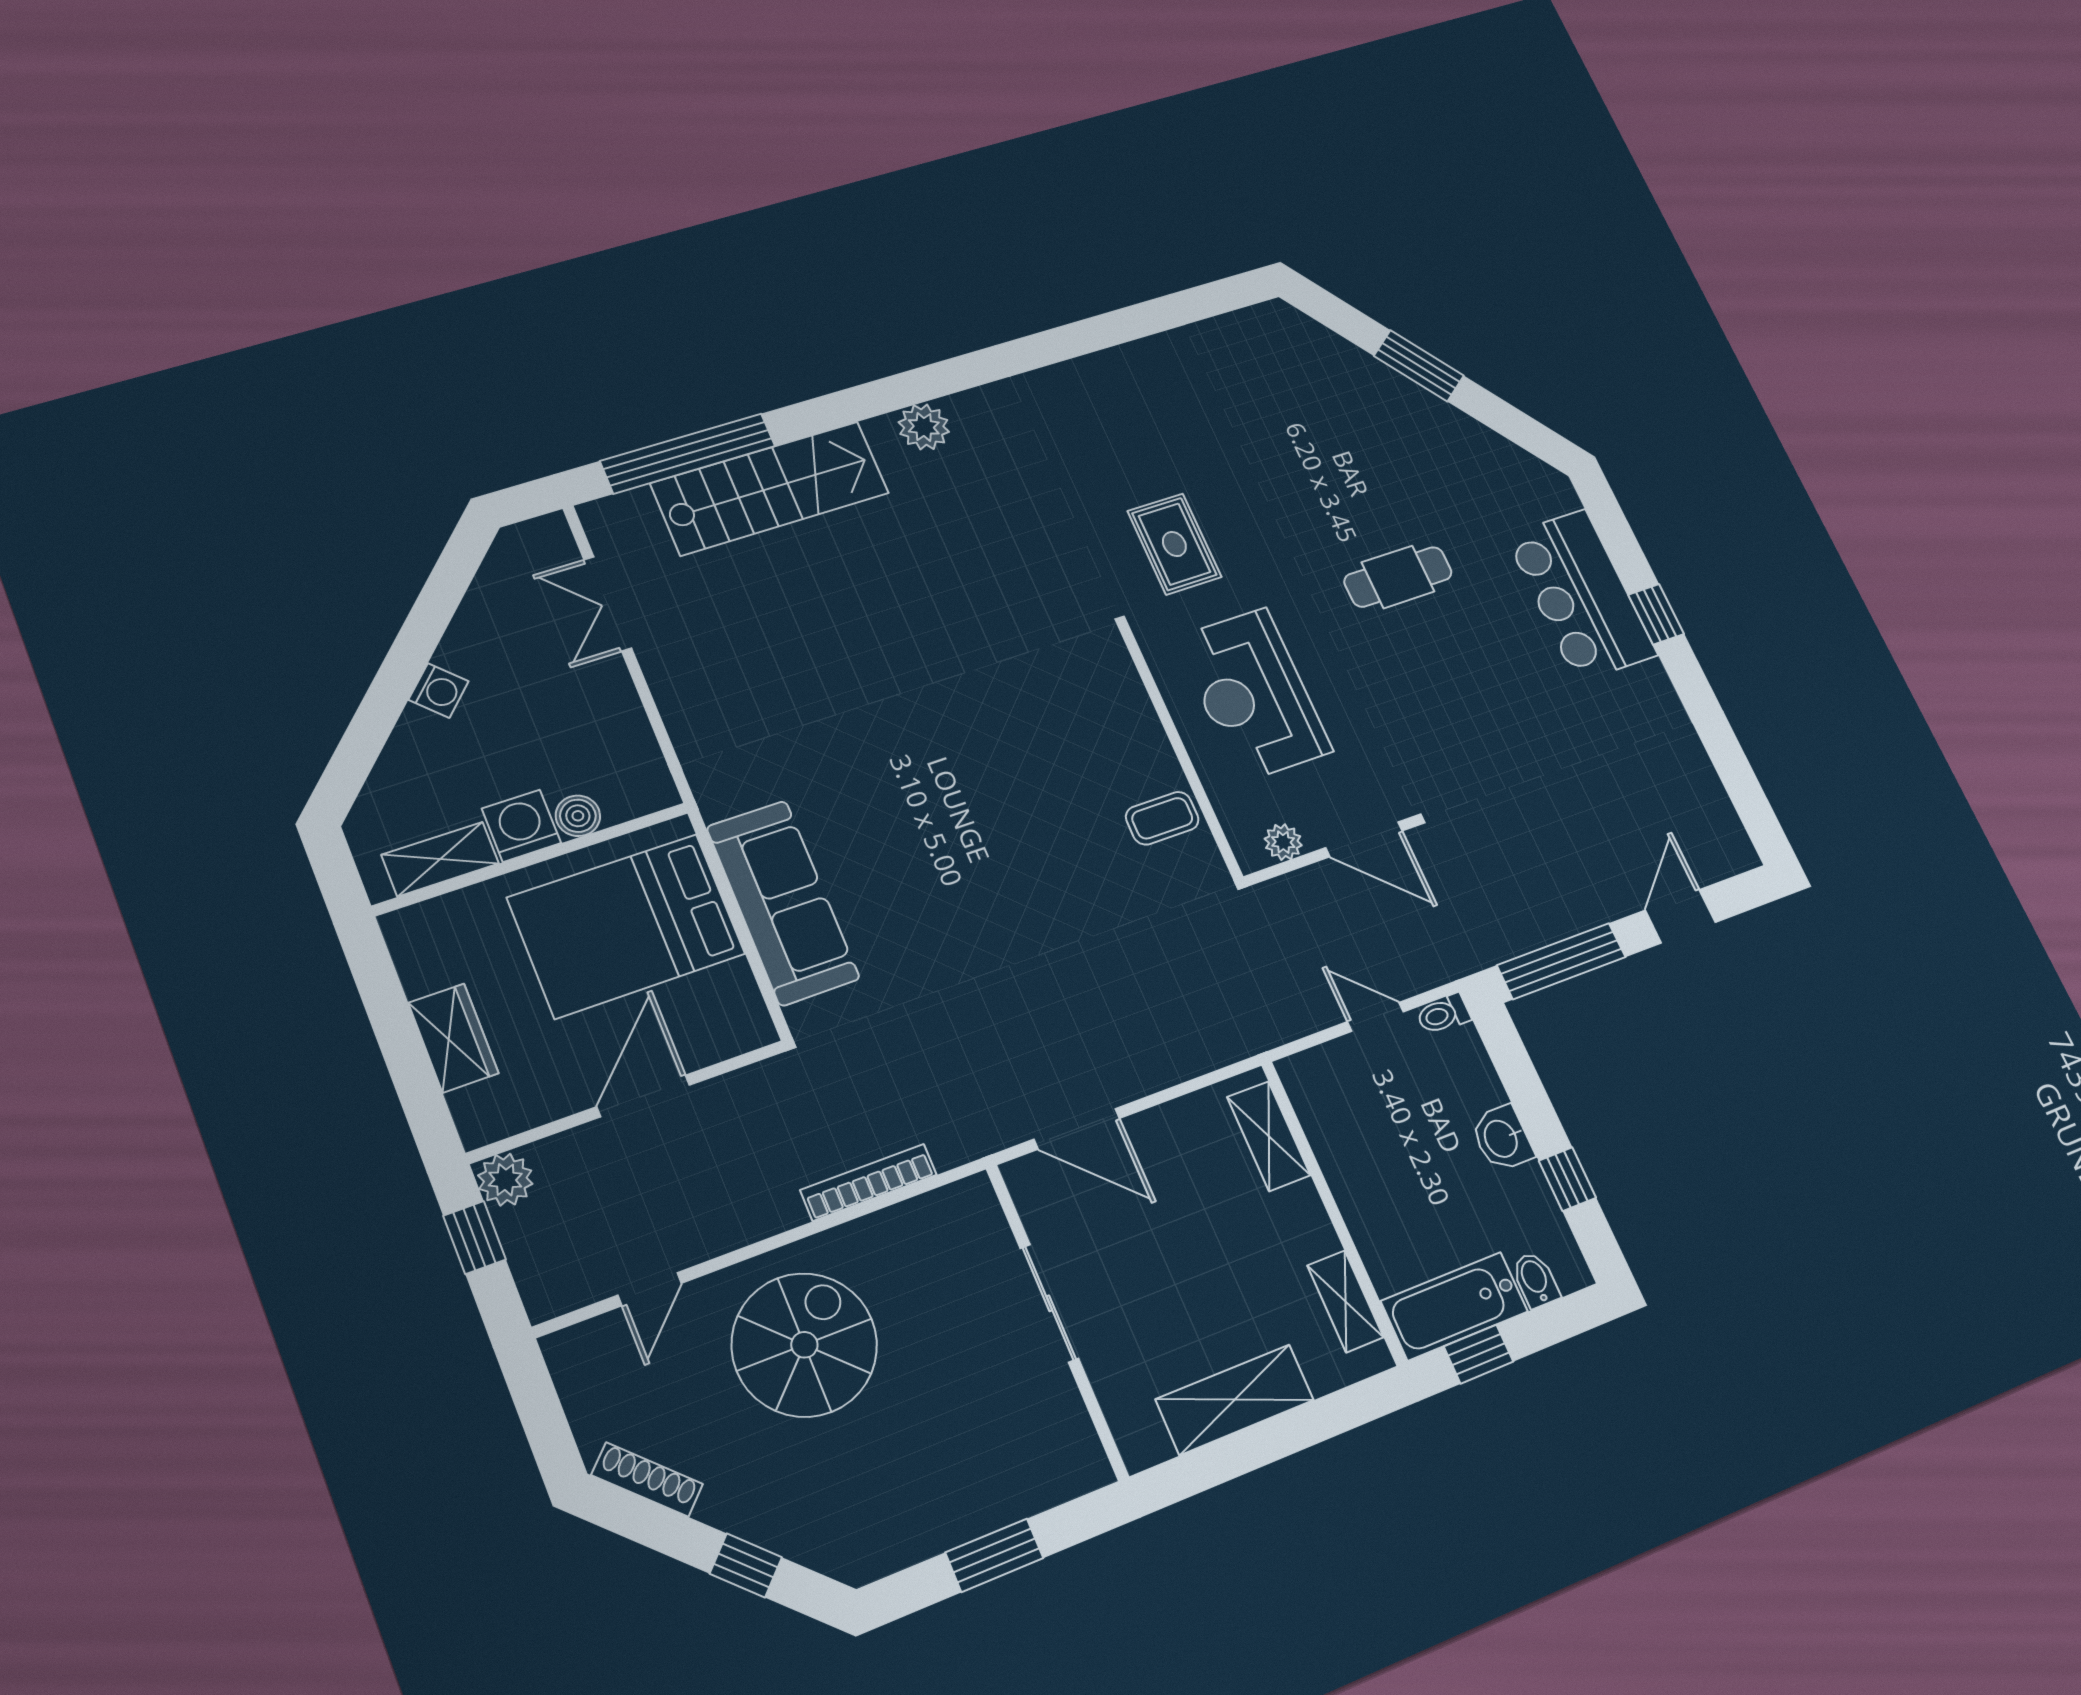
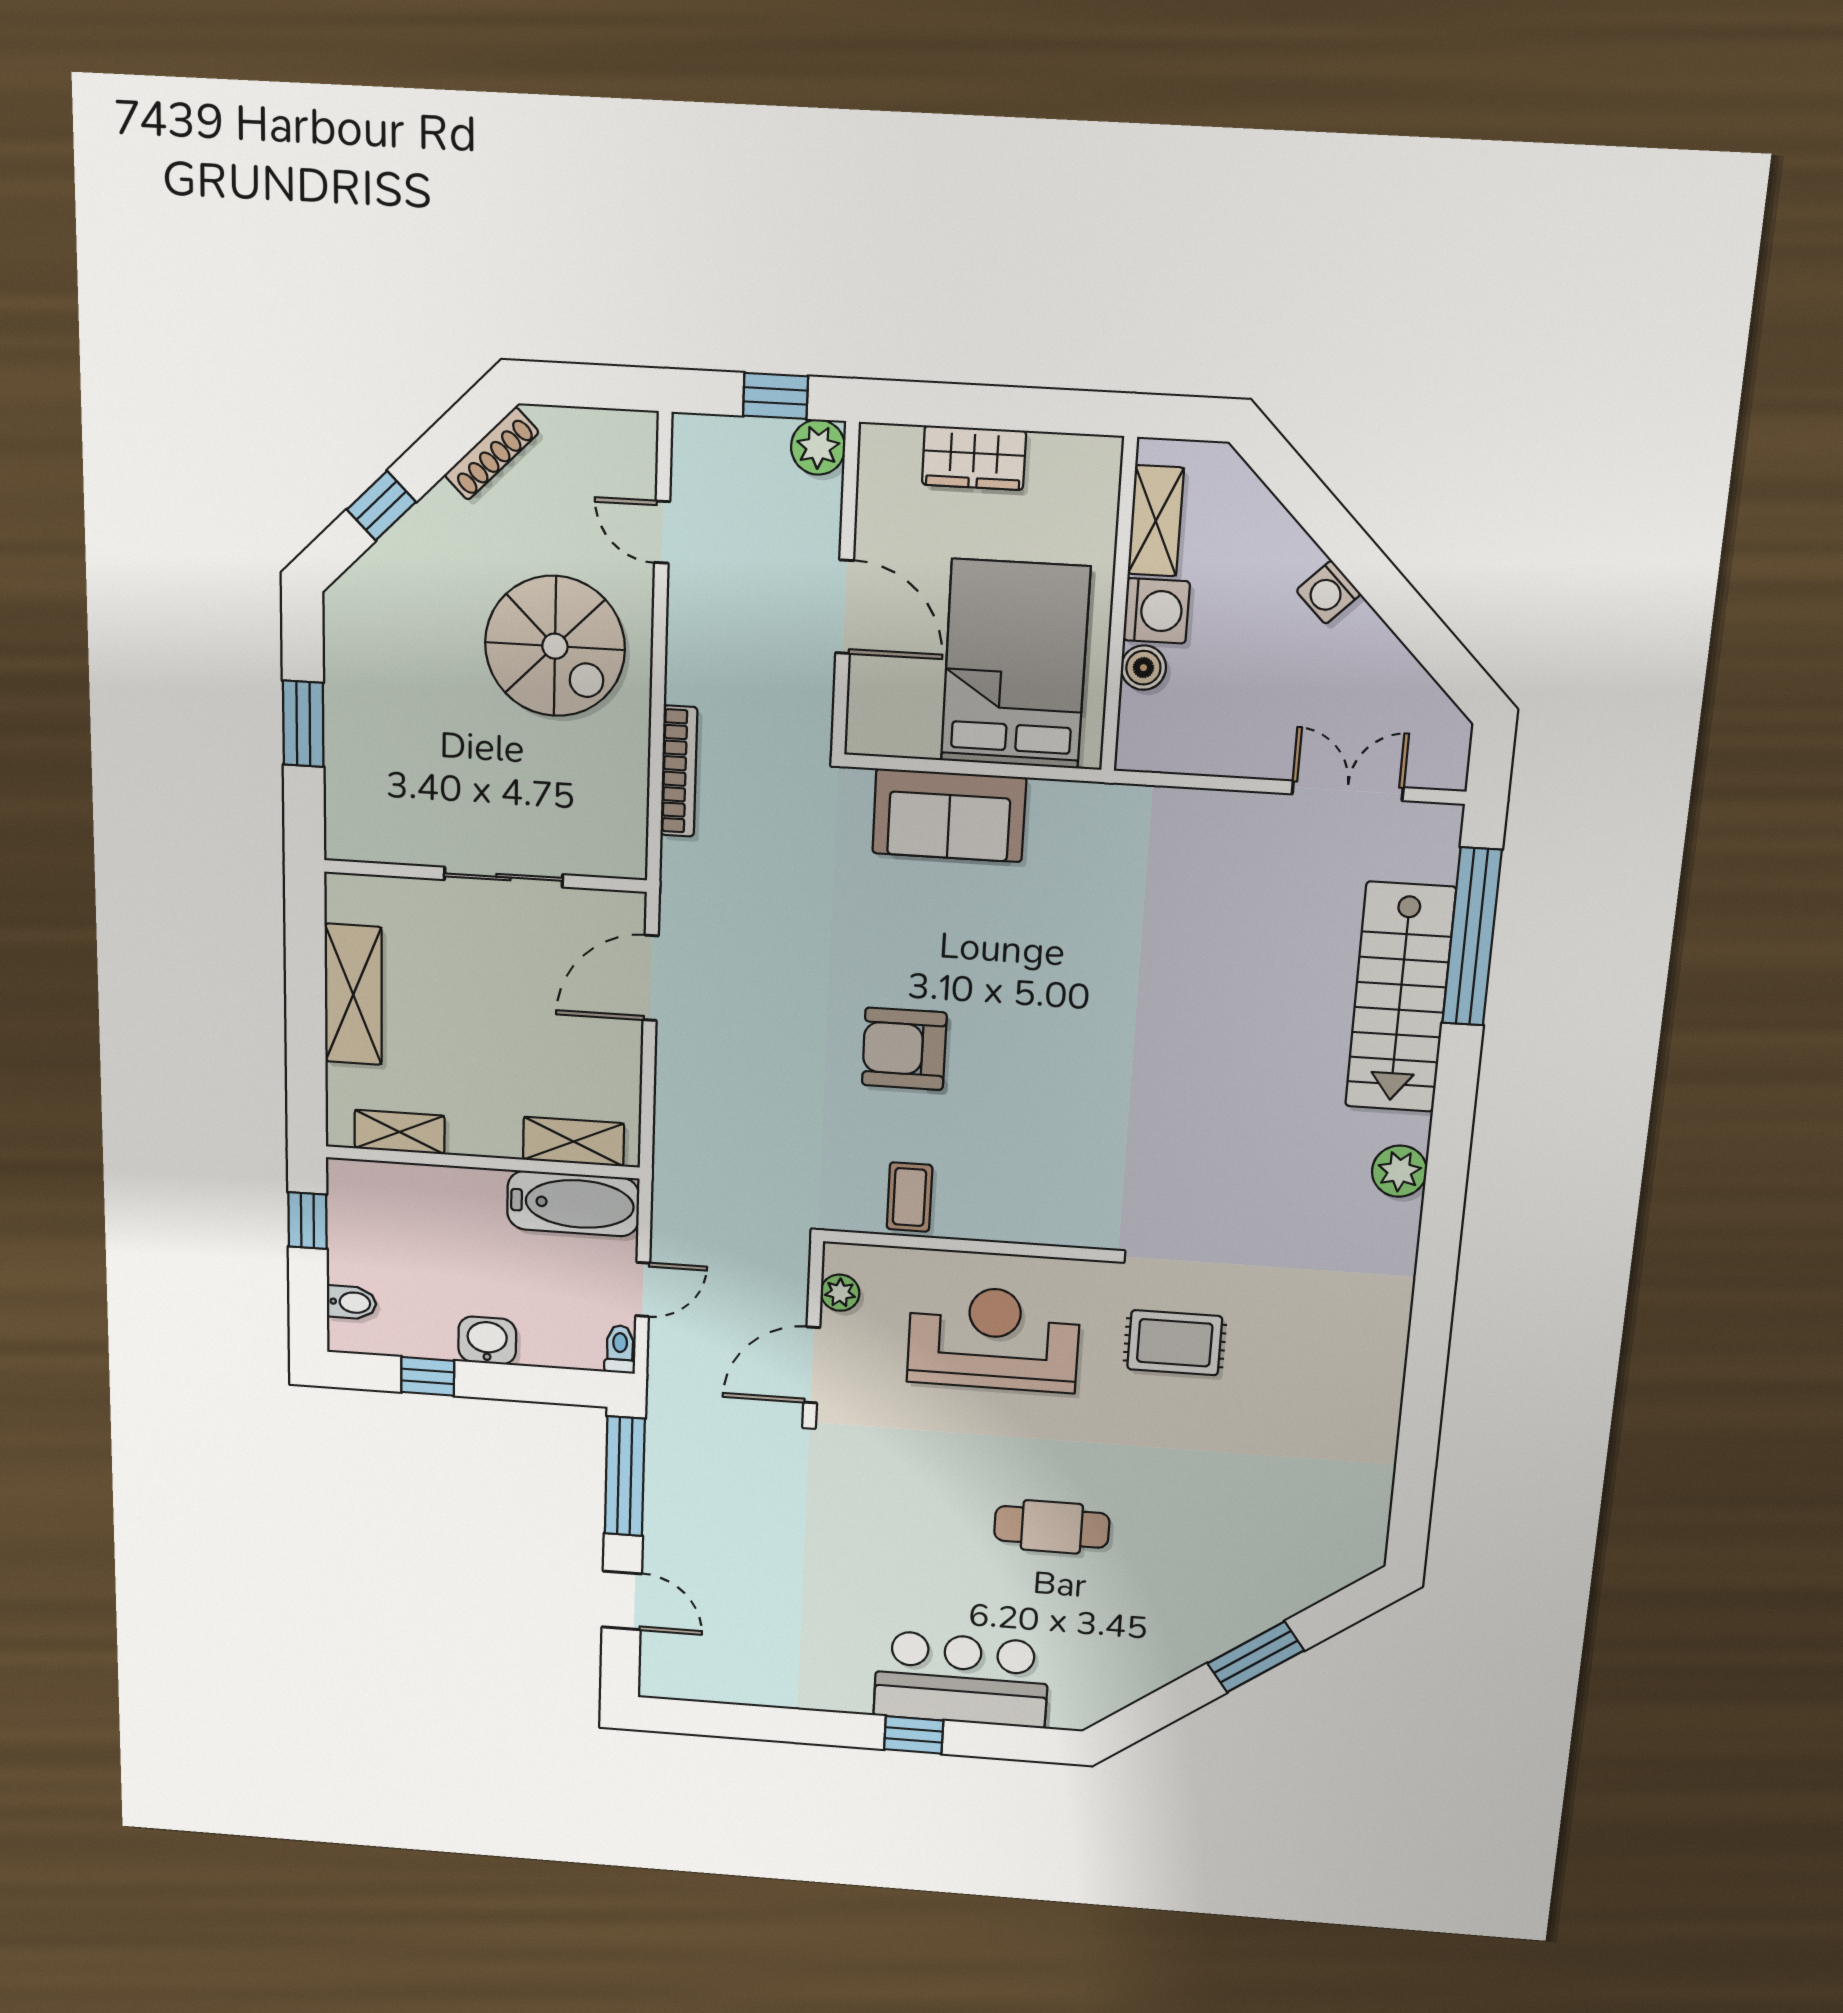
cafe table: (1398, 577) -> (1052, 1527), turned 90
armchair: (1028, 878) -> (904, 1049), added
sofa: (783, 903) -> (949, 815), width x0.73
bathtub: (1454, 1306) -> (573, 1204), moved, turned 90

